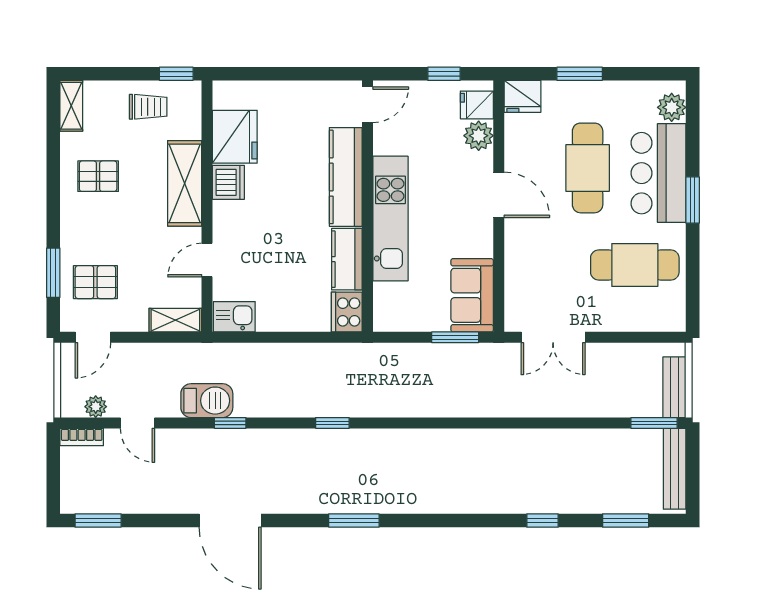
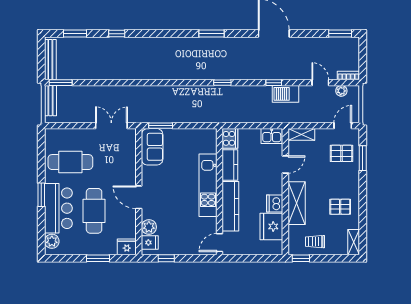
door: (368, 105) -> (219, 243), moved
kitchen counter: (346, 177) -> (230, 206), moved
wall: (368, 206) -> (219, 192), moved
kitchen unit: (391, 219) -> (208, 185), moved
kitchen counter: (347, 259) -> (230, 165), moved
cooker: (347, 312) -> (230, 138), moved

